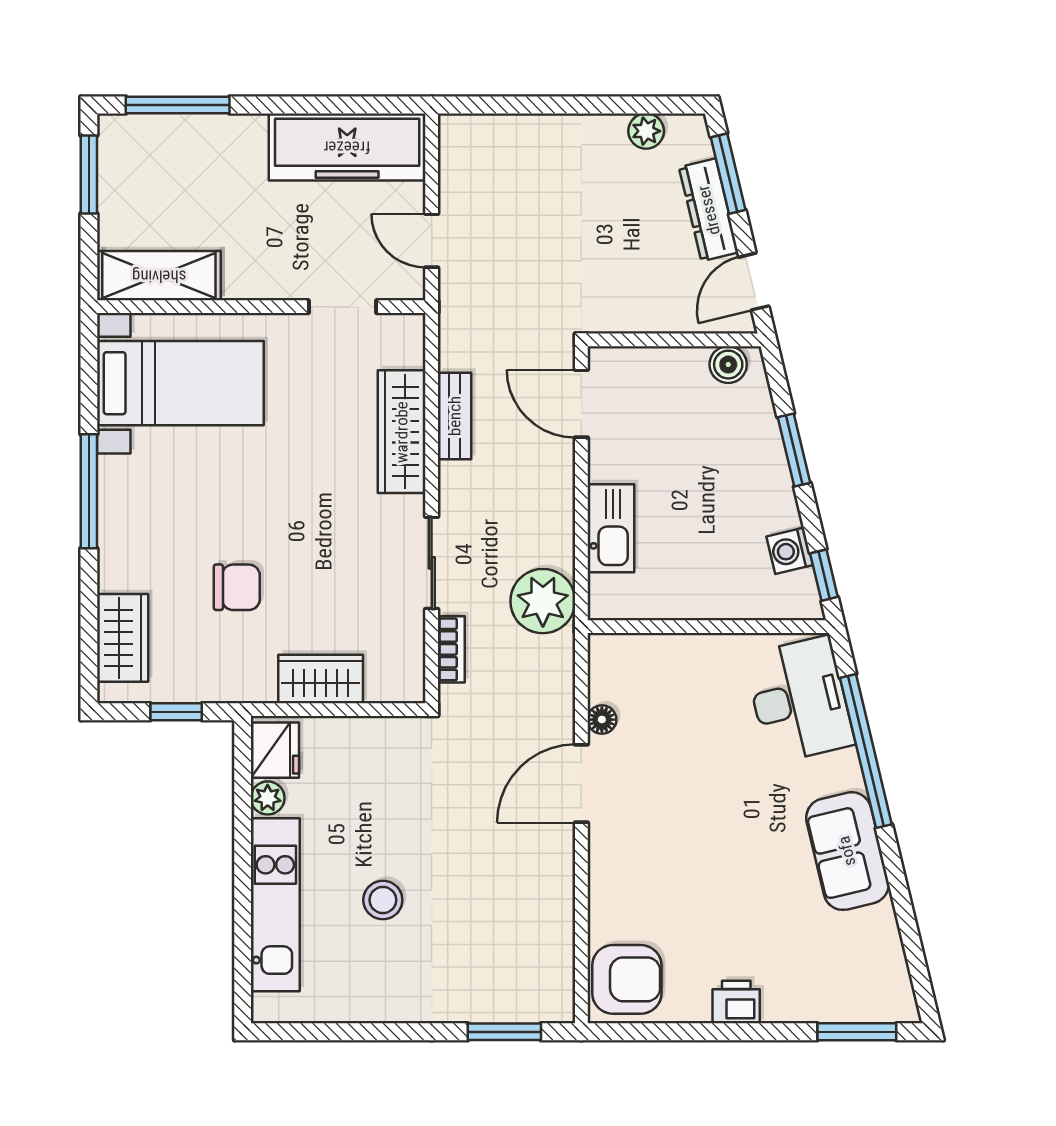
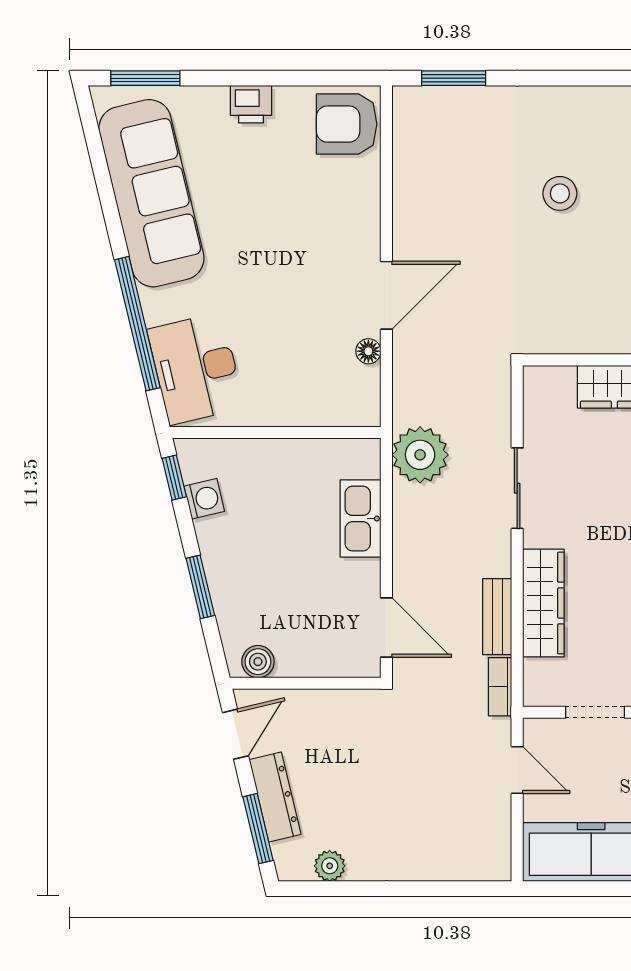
bookcase: (451, 649) -> (500, 687), moved
sofa: (847, 851) -> (151, 193), width x1.85, depth x1.27

